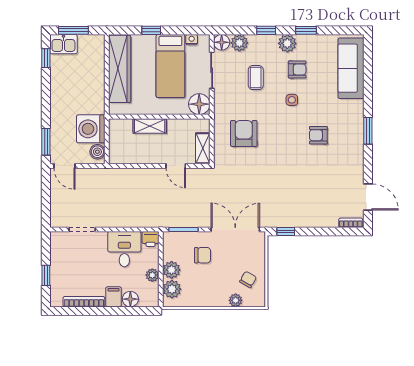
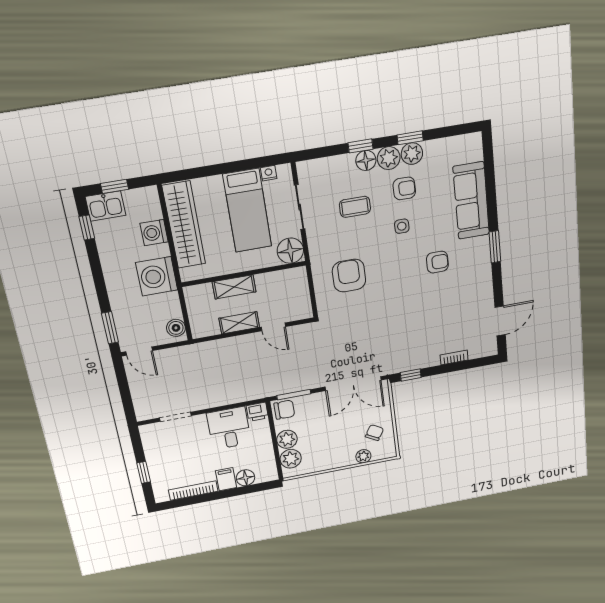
window: (73, 30) -> (115, 186), width x0.67
window: (151, 30) -> (215, 170), removed
floor lamp: (222, 42) -> (366, 160), moved
plant: (239, 43) -> (412, 154), moved
sofa: (351, 68) -> (471, 201), moved
washing machine: (96, 71) -> (154, 233), added
coffee table: (256, 78) -> (355, 207), turned 90
washing machine: (91, 129) -> (157, 276), moved
armchair: (318, 135) -> (437, 262), turned 180
shelving: (203, 148) -> (239, 323), moved, turned 90
door: (368, 197) -> (500, 321), hinge flipped
bookcase: (351, 223) -> (454, 358), moved
double door: (235, 229) -> (353, 384), swing flipped
chair: (203, 255) -> (284, 410), moved
plant: (152, 275) -> (266, 449), removed

